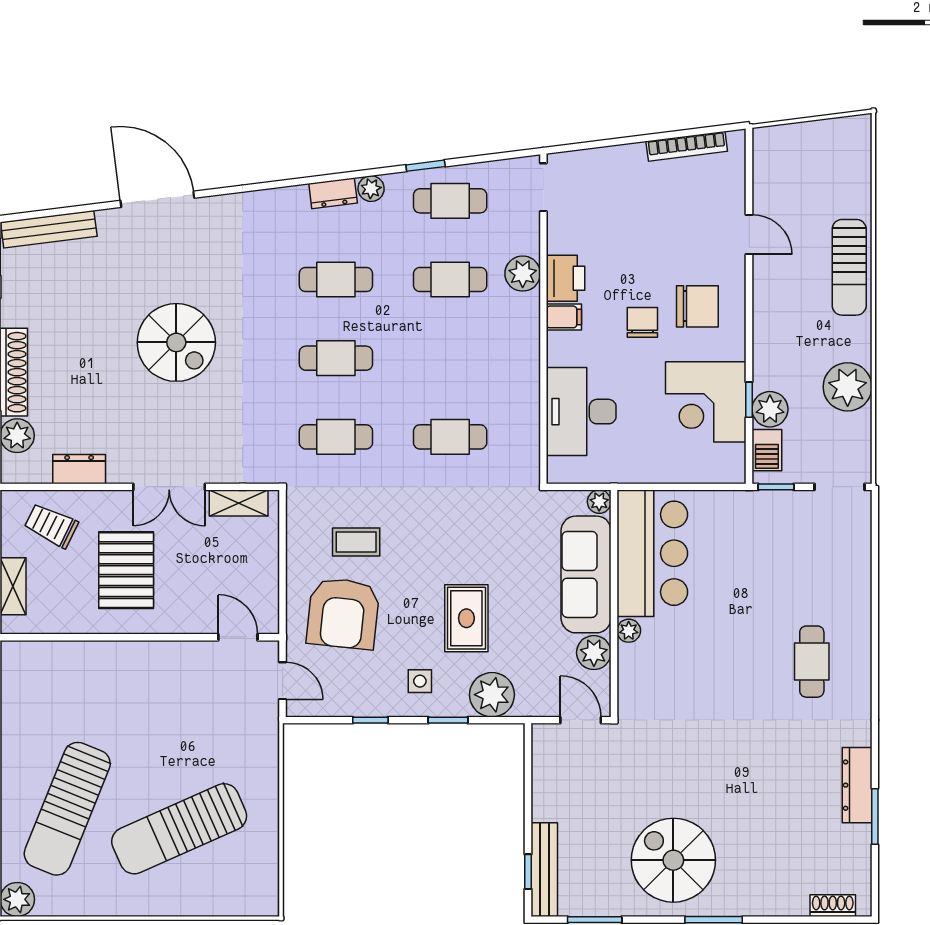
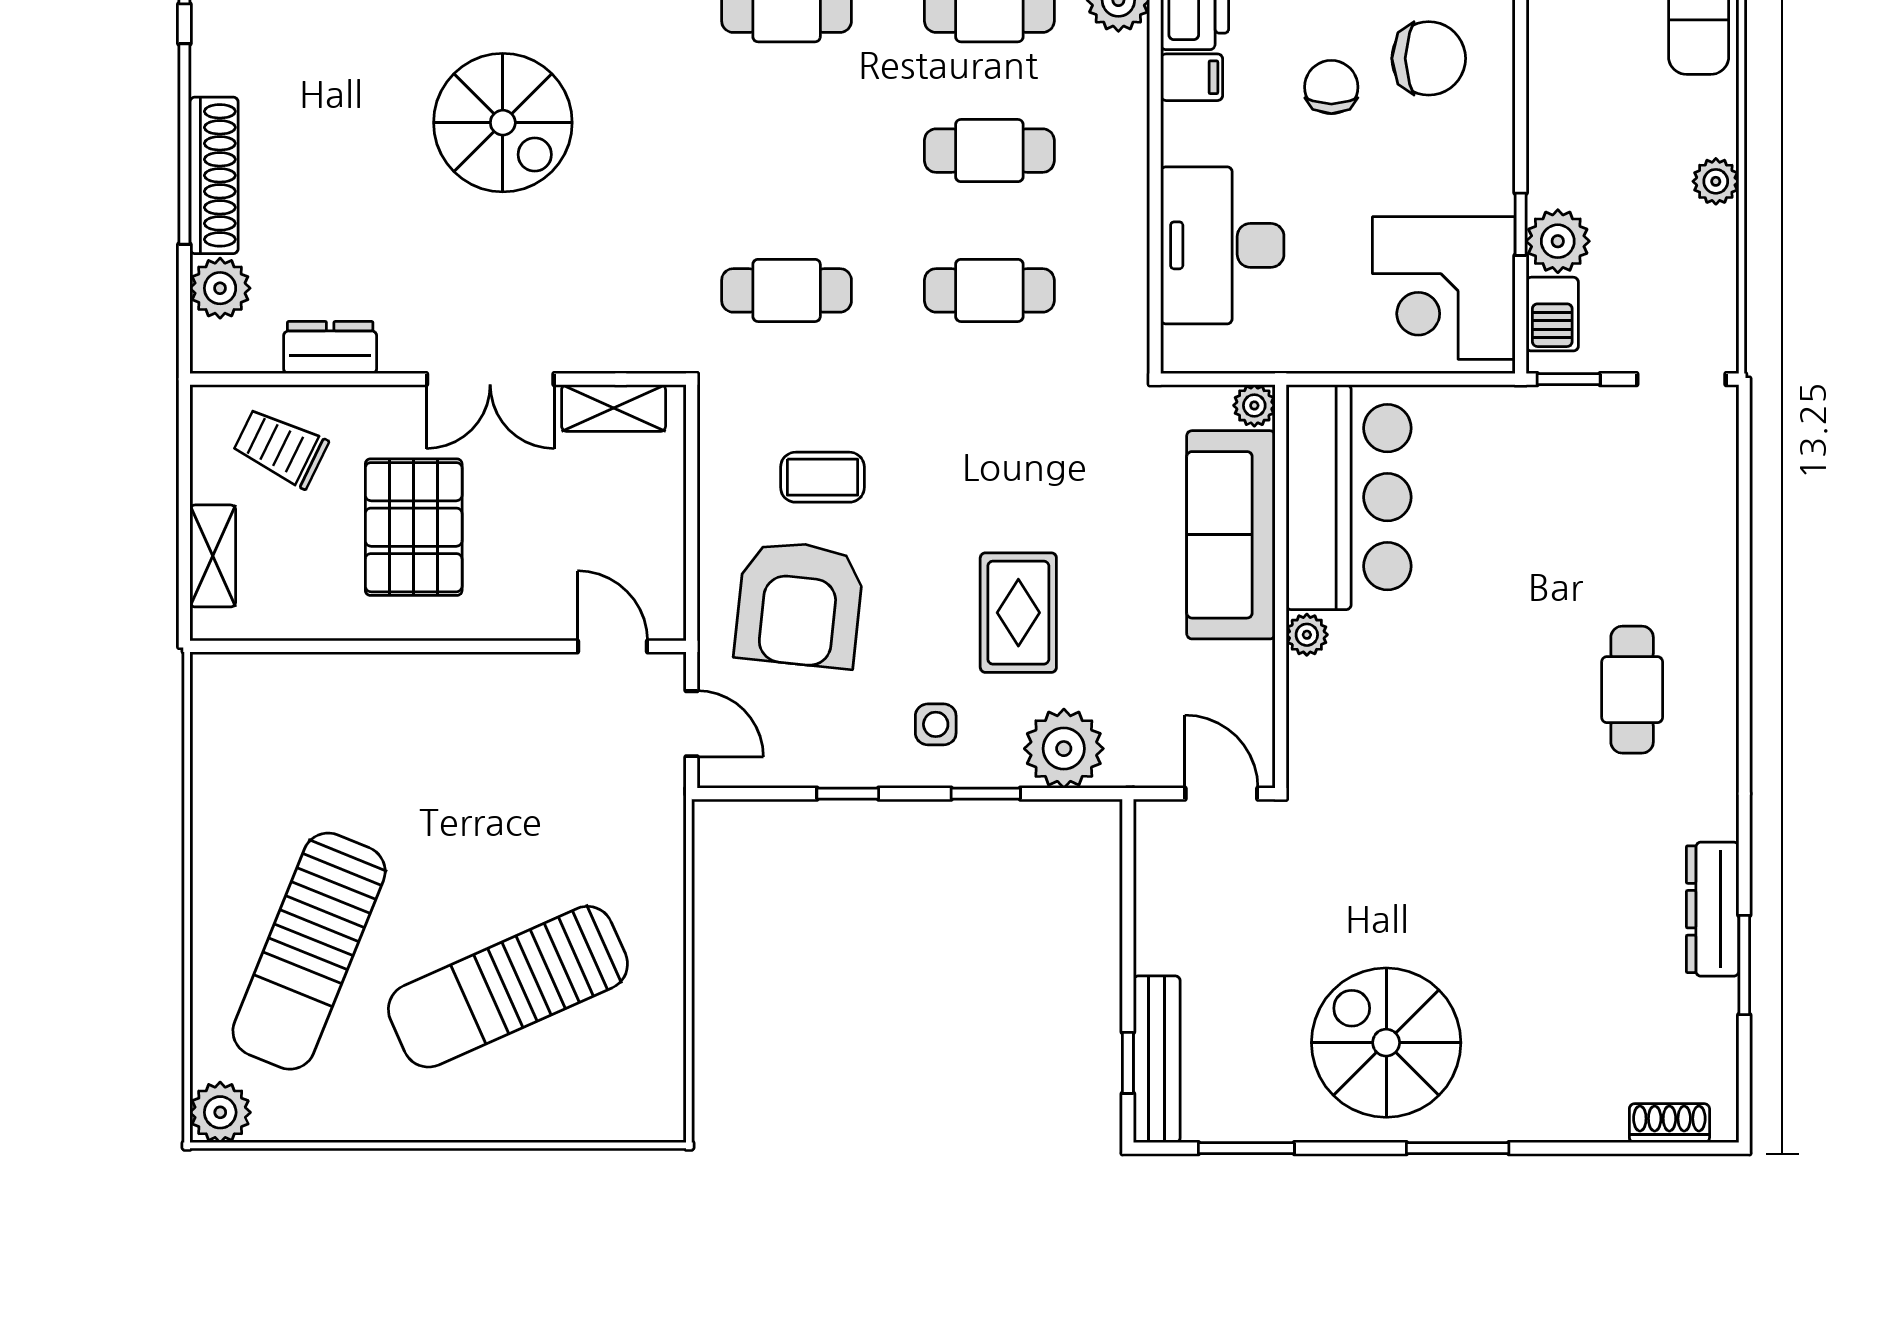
cafe table: (336, 358) -> (989, 151), moved
plant: (848, 387) -> (1716, 181), width x0.53, depth x0.53
corner desk: (706, 402) -> (1444, 288), moved
plant: (594, 653) -> (1245, 674), removed

